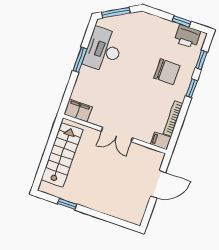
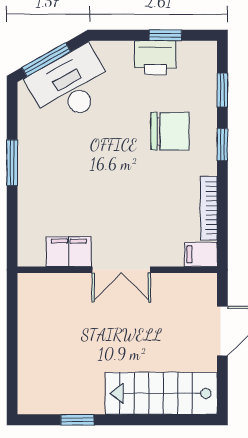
printer: (187, 36) -> (155, 58), moved
desk: (103, 50) -> (70, 86), moved, turned 60
filing cabinet: (78, 111) -> (69, 252), moved
stairs: (62, 155) -> (161, 393), moved, turned -90

